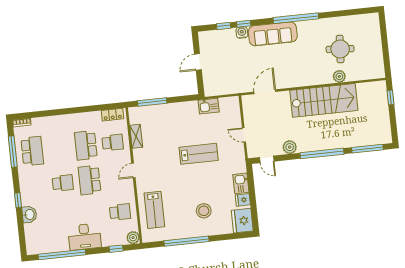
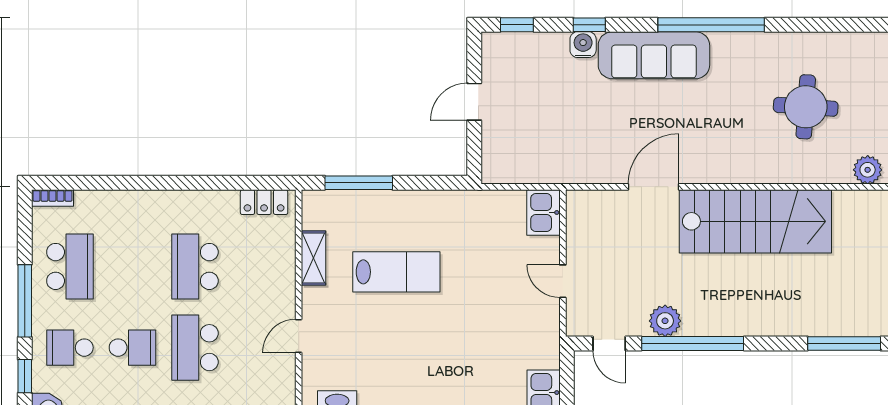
window: (224, 26) -> (517, 25), moved
plant: (339, 76) -> (868, 170), moved
door: (265, 92) -> (654, 187), moved
kitchen sink: (209, 106) -> (543, 212), moved, turned 90
school desk: (113, 142) -> (70, 348), moved, turned 180
window: (13, 152) -> (25, 301), moved
window: (322, 153) -> (693, 344), moved
lab bench: (199, 154) -> (396, 272), moved

